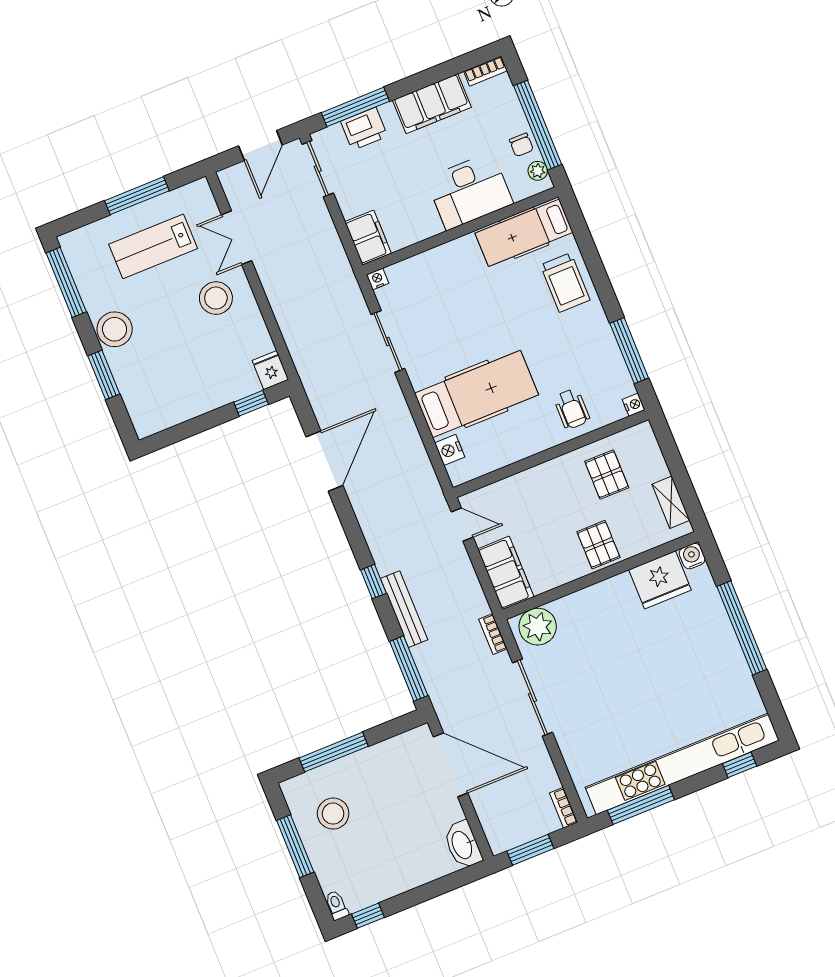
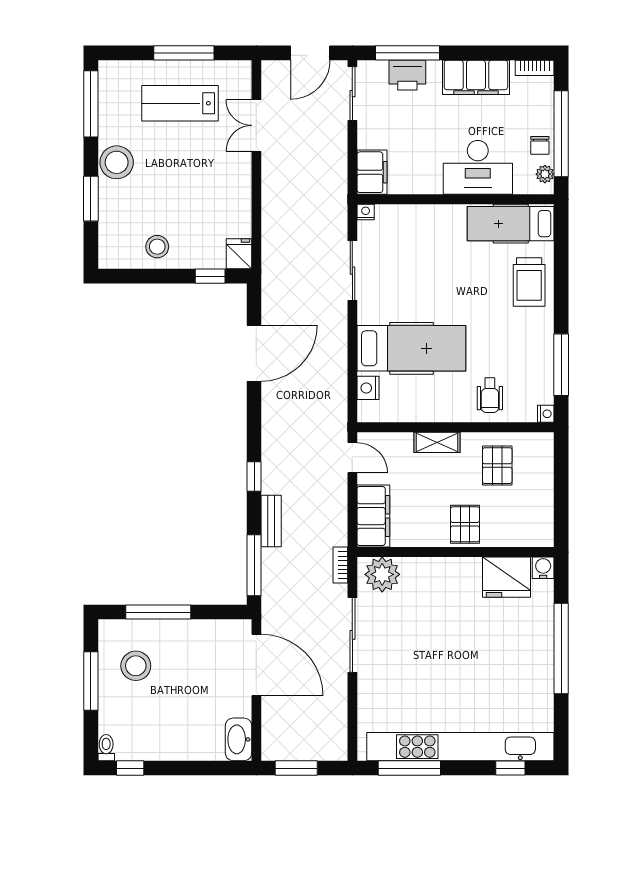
stool: (216, 298) -> (157, 247), moved, width x0.73, depth x0.73
shelving: (671, 502) -> (437, 442), moved, turned 90
bench: (404, 609) -> (271, 521), width x0.73
bookcase: (564, 808) -> (340, 743), removed

